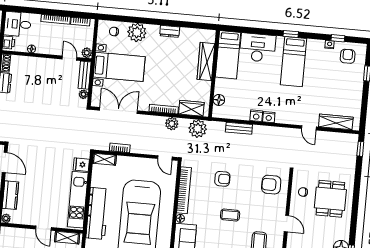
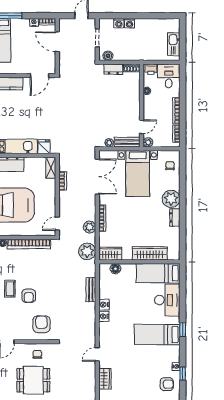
plant: (137, 32) -> (171, 199), moved
wardrobe: (191, 108) -> (110, 254), moved, turned -90
wardrobe: (336, 122) -> (105, 379), width x0.67
armchair: (222, 179) -> (29, 296), moved

